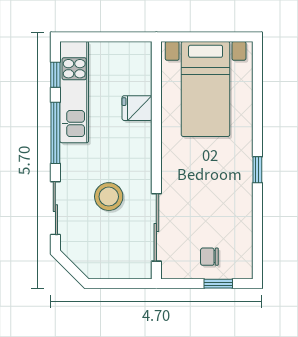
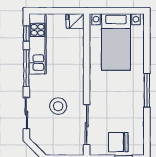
fridge: (137, 108) -> (75, 21), moved
window: (257, 170) -> (147, 90), width x2.17
chair: (209, 257) -> (118, 142), width x1.87, depth x1.87

